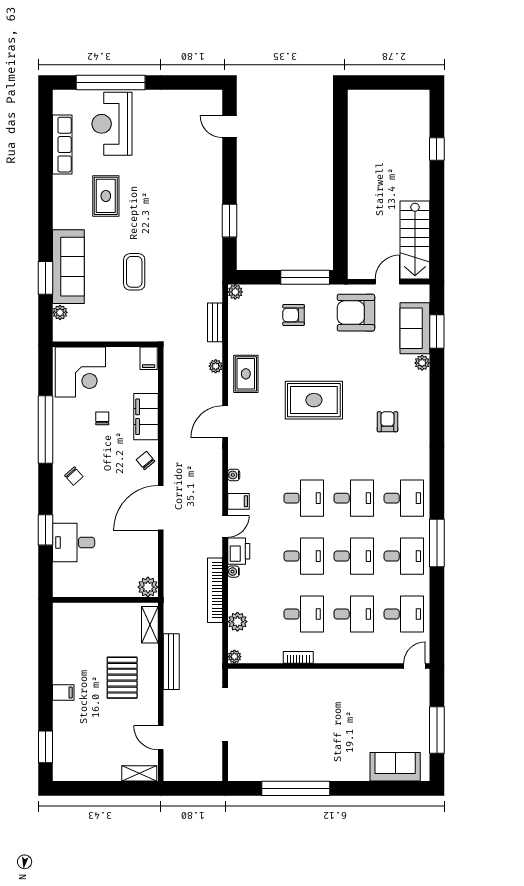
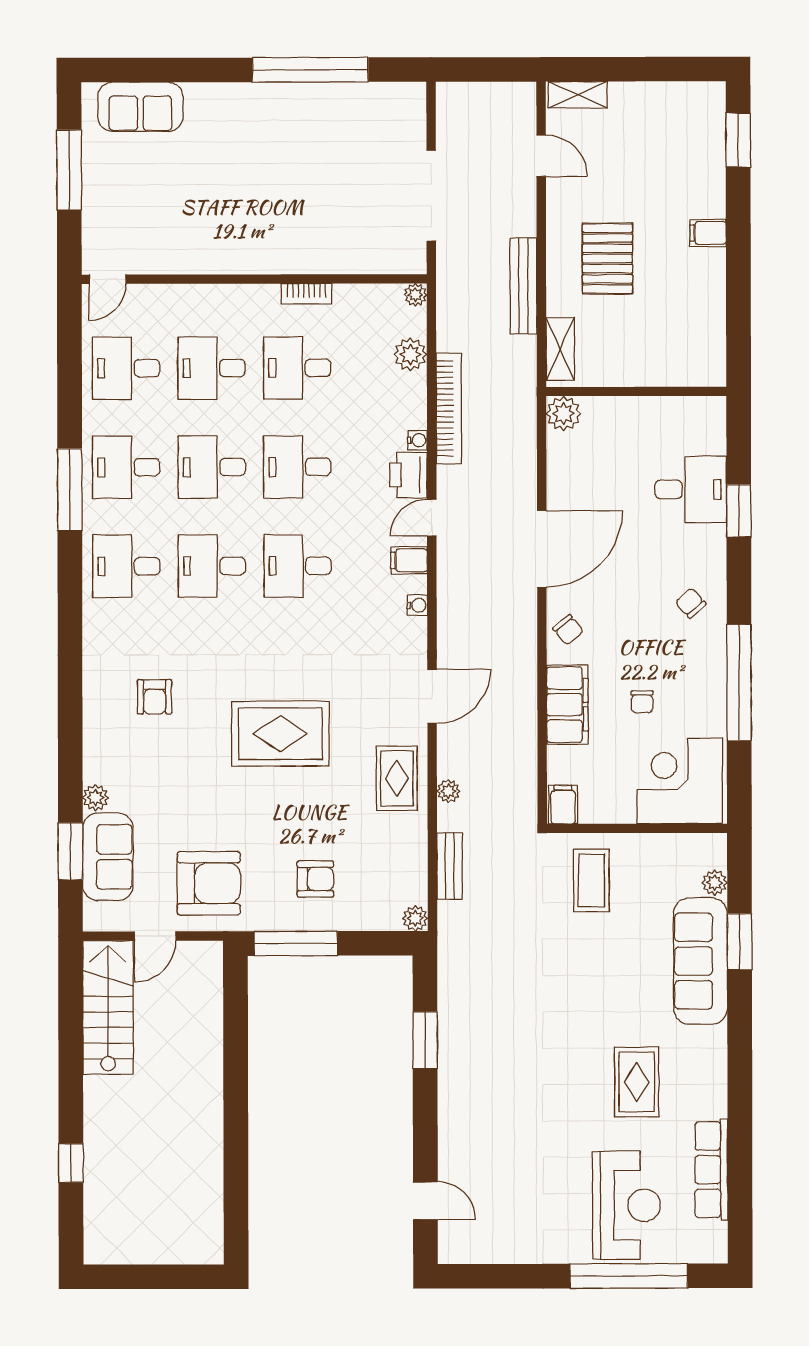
coffee table: (134, 272) -> (591, 880), moved

